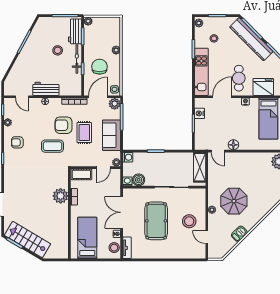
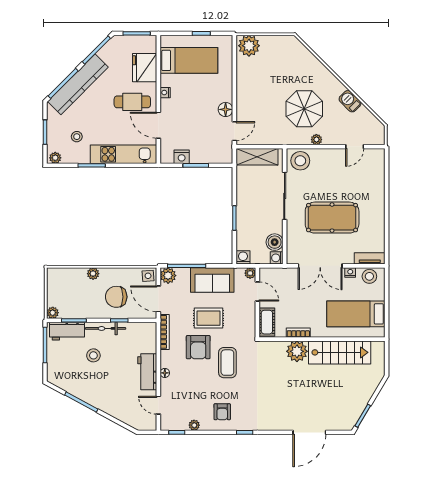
door: (22, 97) -> (158, 405), swing flipped
stool: (189, 221) -> (300, 161), moved
stairs: (28, 240) -> (340, 352), moved, turned -121

